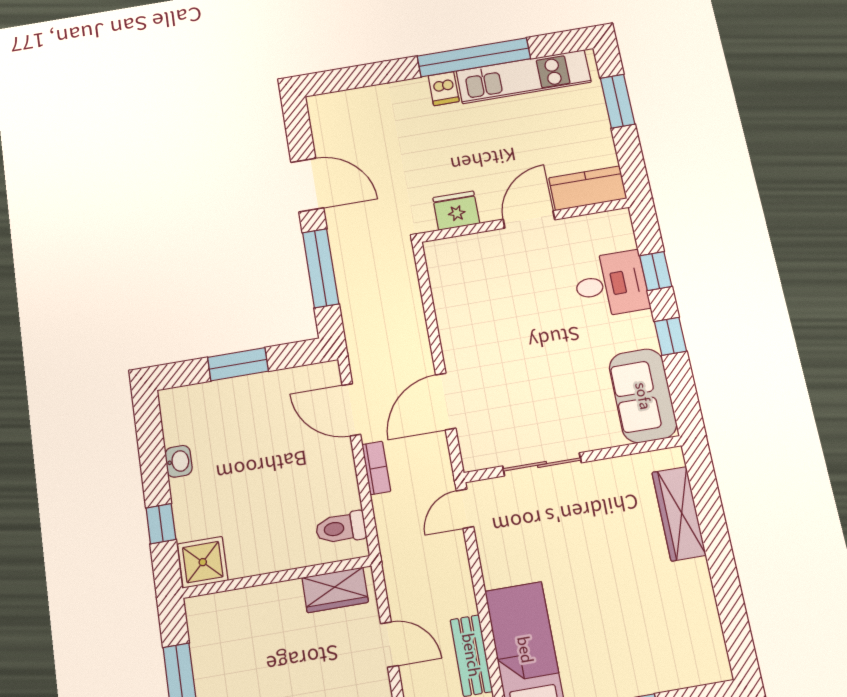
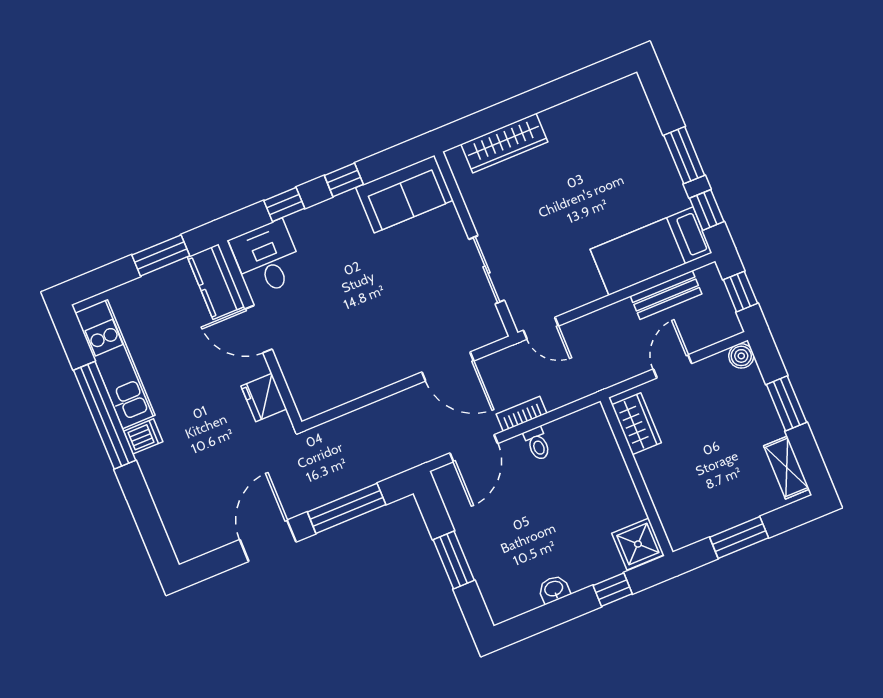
window: (618, 101) -> (161, 255), moved
desk: (611, 284) -> (267, 258), moved
toilet: (341, 528) -> (537, 444), moved, width x0.73, depth x0.72

